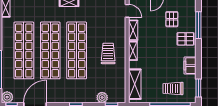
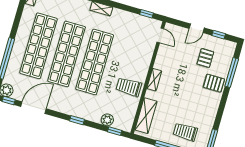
shelving: (133, 30) -> (161, 58), removed
trolley: (108, 53) -> (129, 87), moved, turned -90
filing cabinet: (190, 66) -> (210, 113), removed

